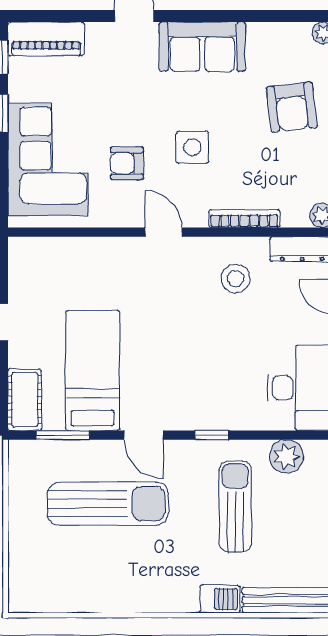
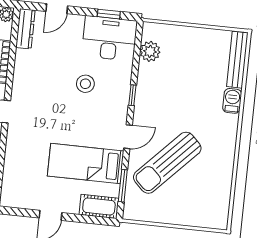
stool: (236, 278) -> (85, 84), moved
sun lounger: (108, 504) -> (167, 163), turned -136
sun lounger: (235, 506) -> (177, 86), removed

